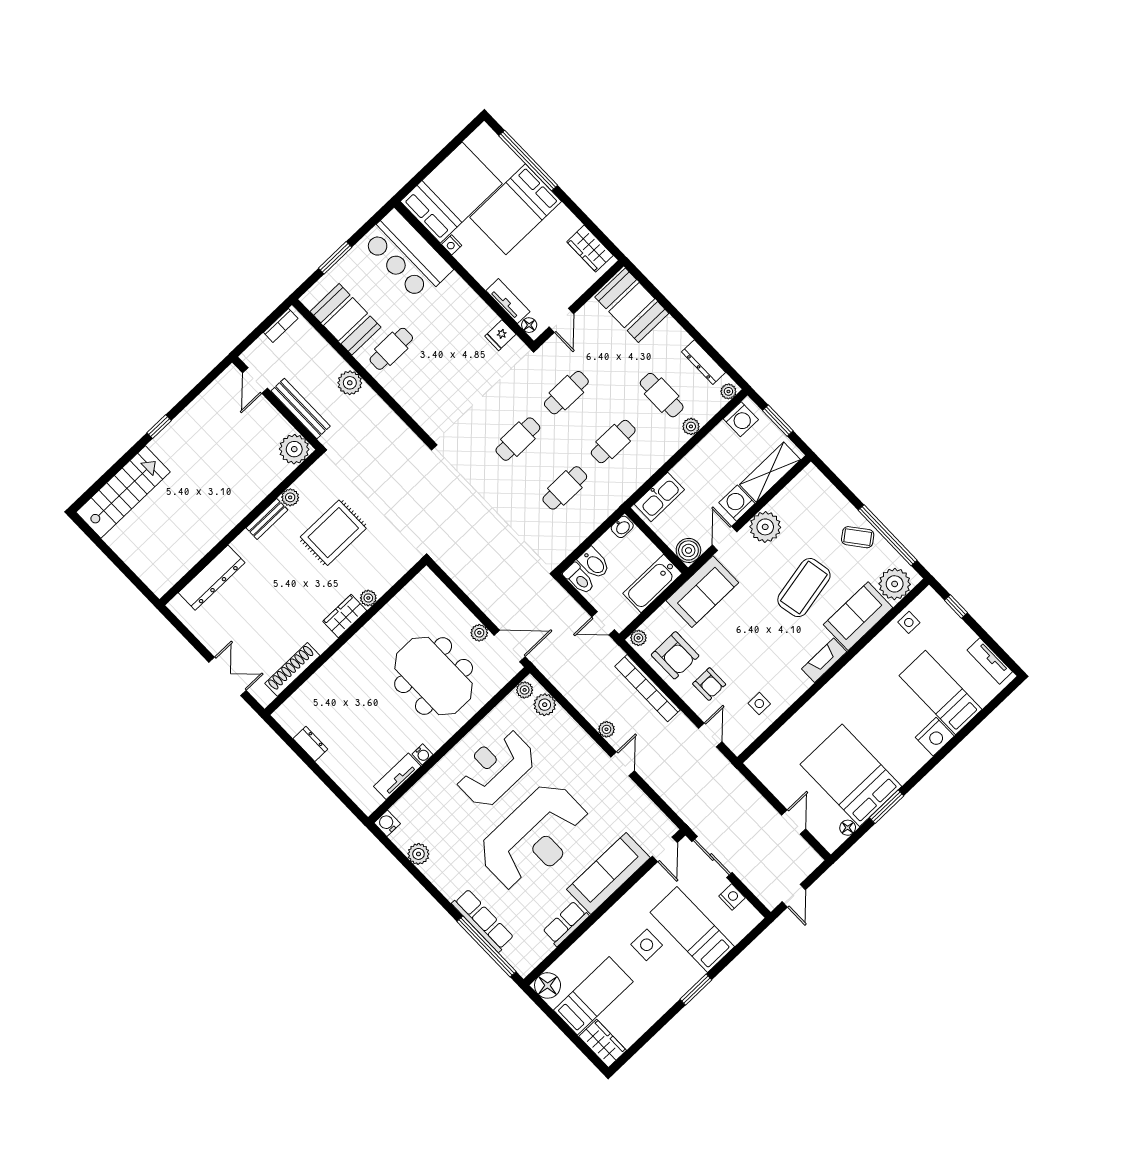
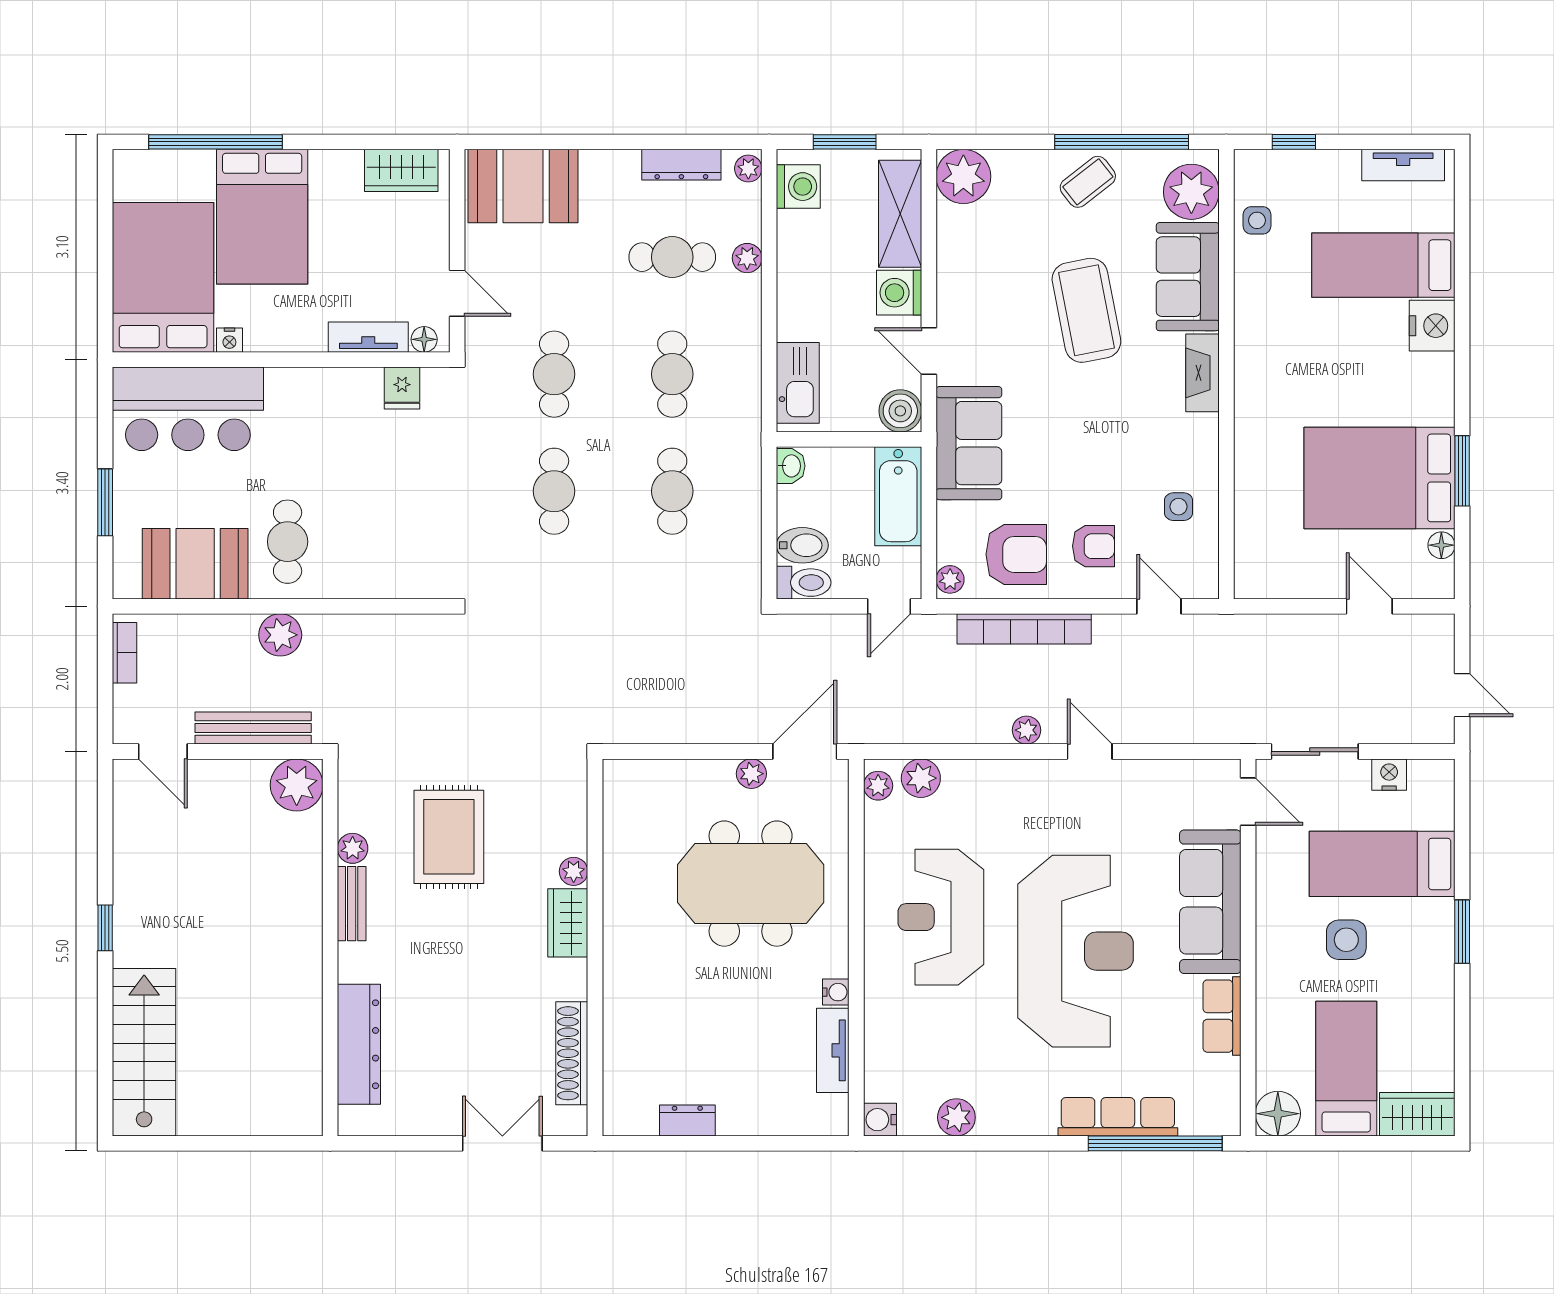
plant: (765, 527) -> (963, 176), moved

